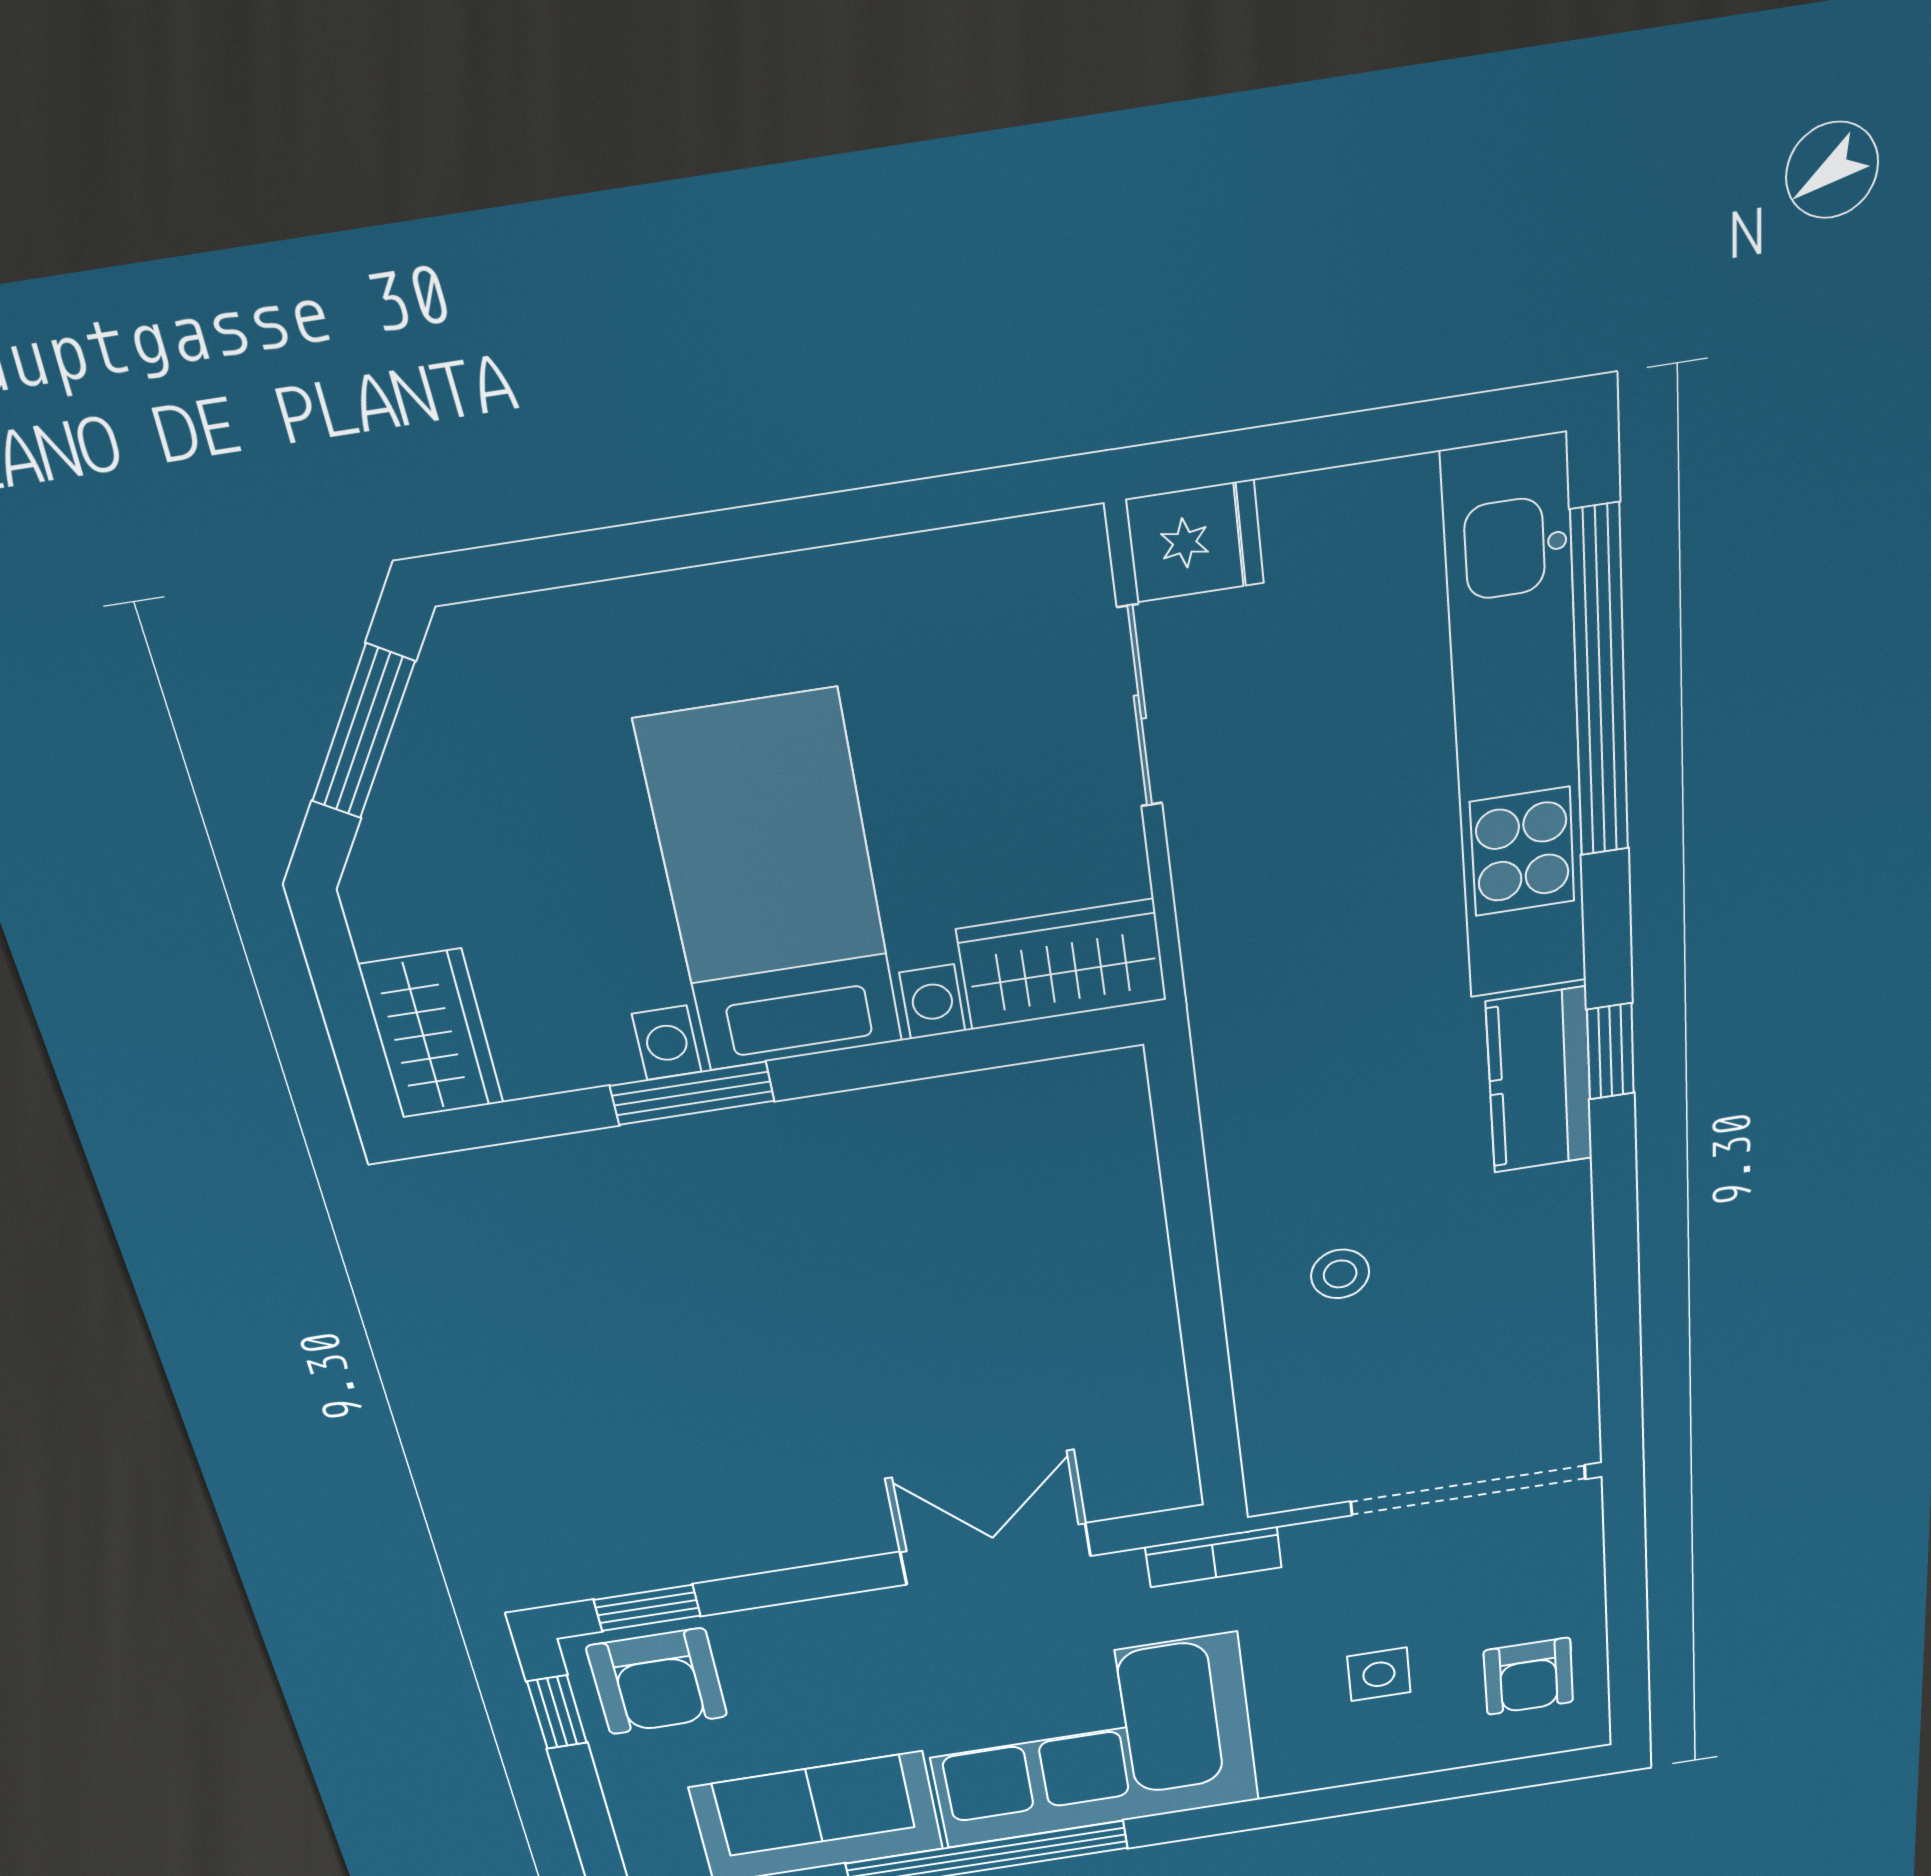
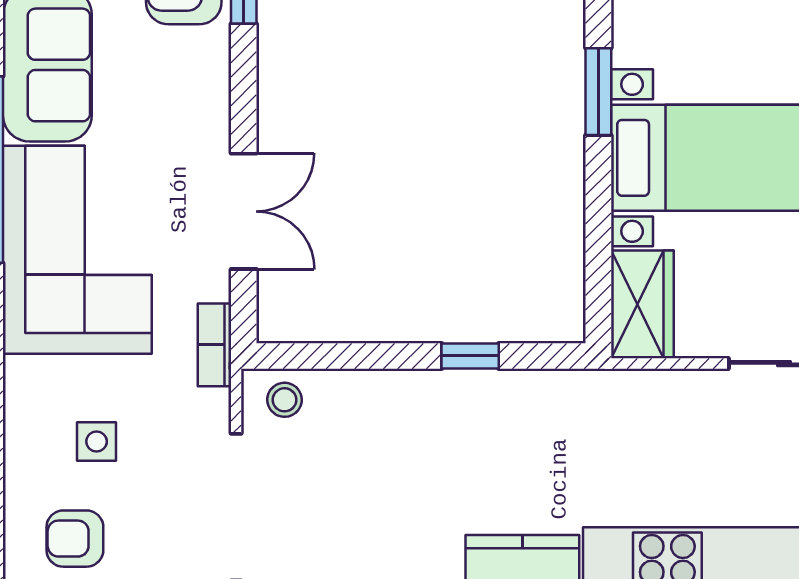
window: (1188, 1213) -> (470, 356), added
stool: (1340, 1274) -> (285, 400), moved

